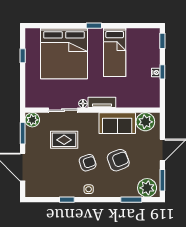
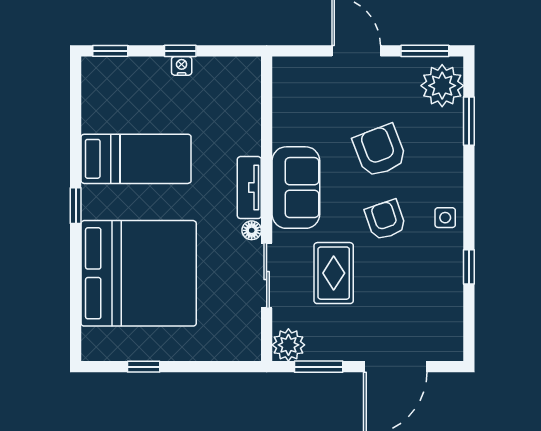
plant: (145, 122) -> (293, 89), removed
sofa: (117, 123) -> (296, 188), moved

